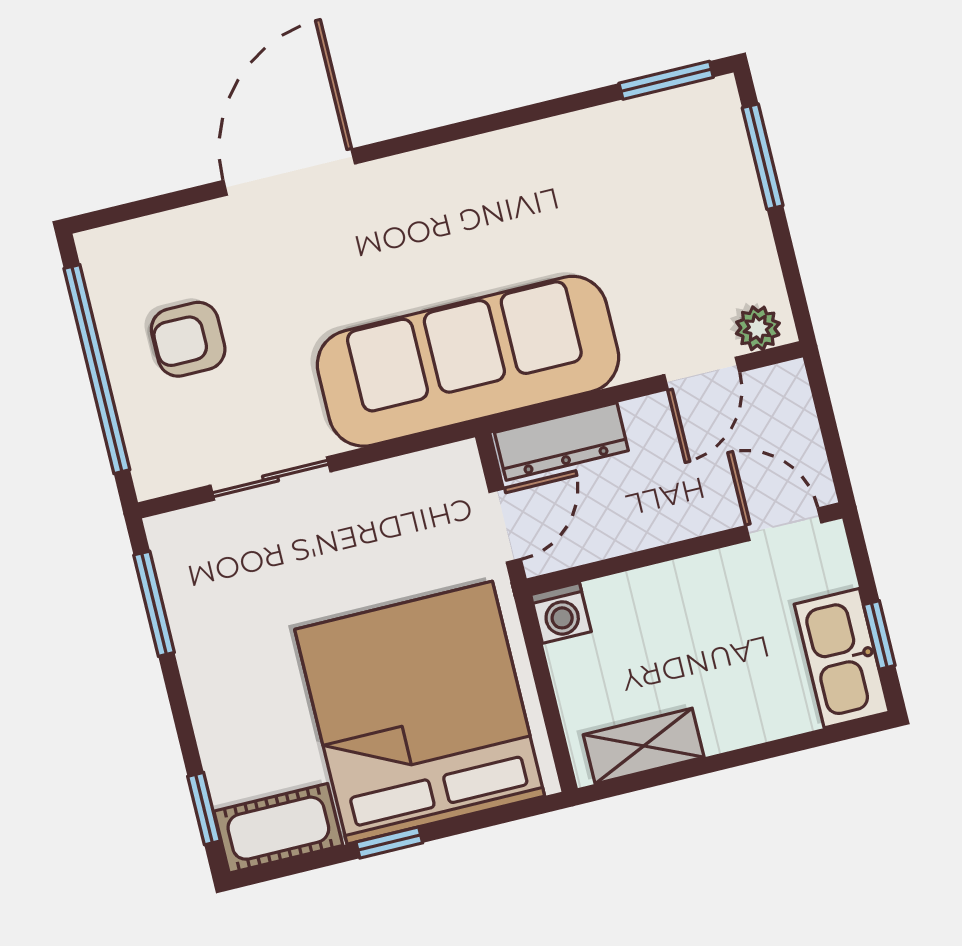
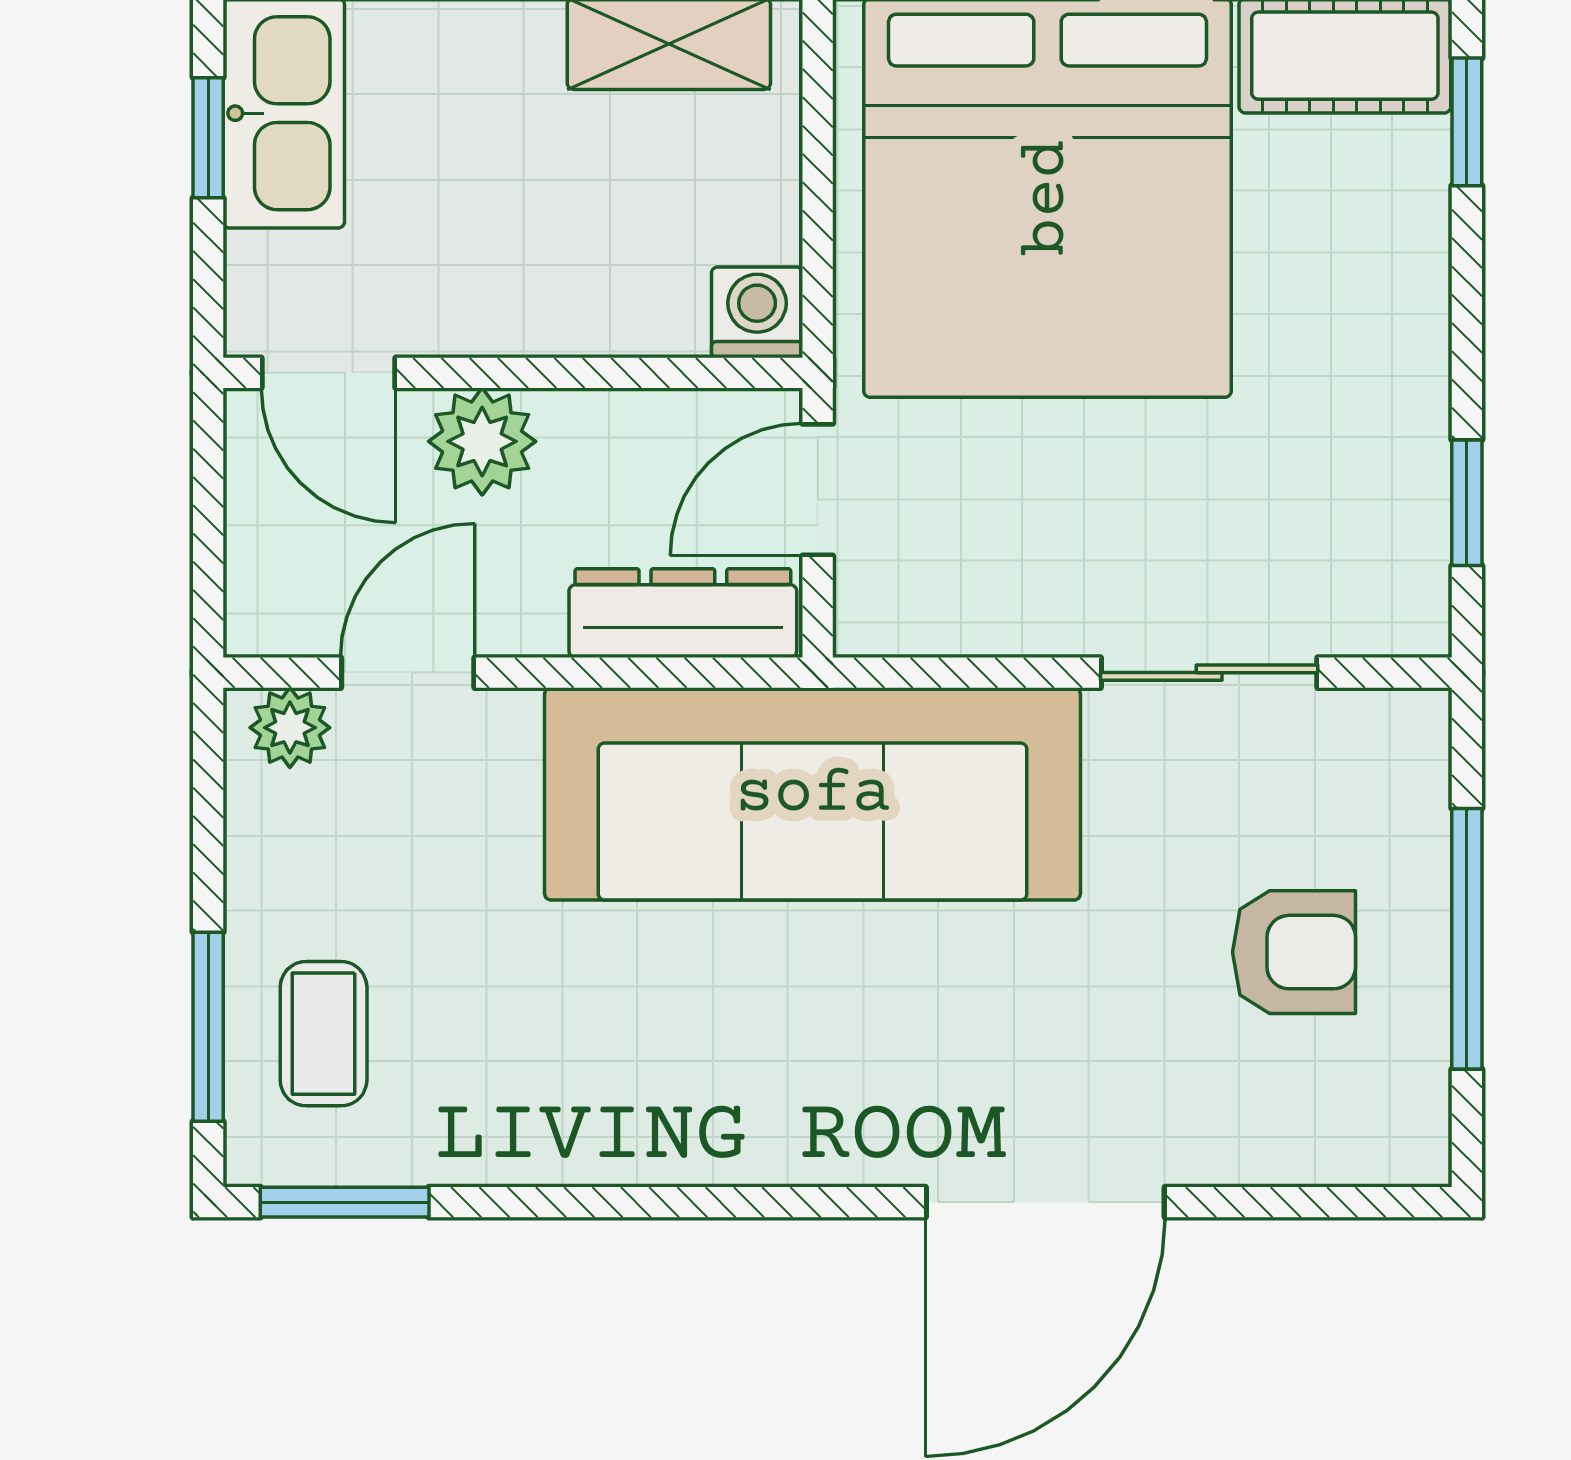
coffee table: (700, 168) -> (324, 1034), added
window: (97, 369) -> (1467, 939), width x0.68
plant: (692, 507) -> (482, 441), added
window: (154, 604) -> (1467, 503), width x0.67

